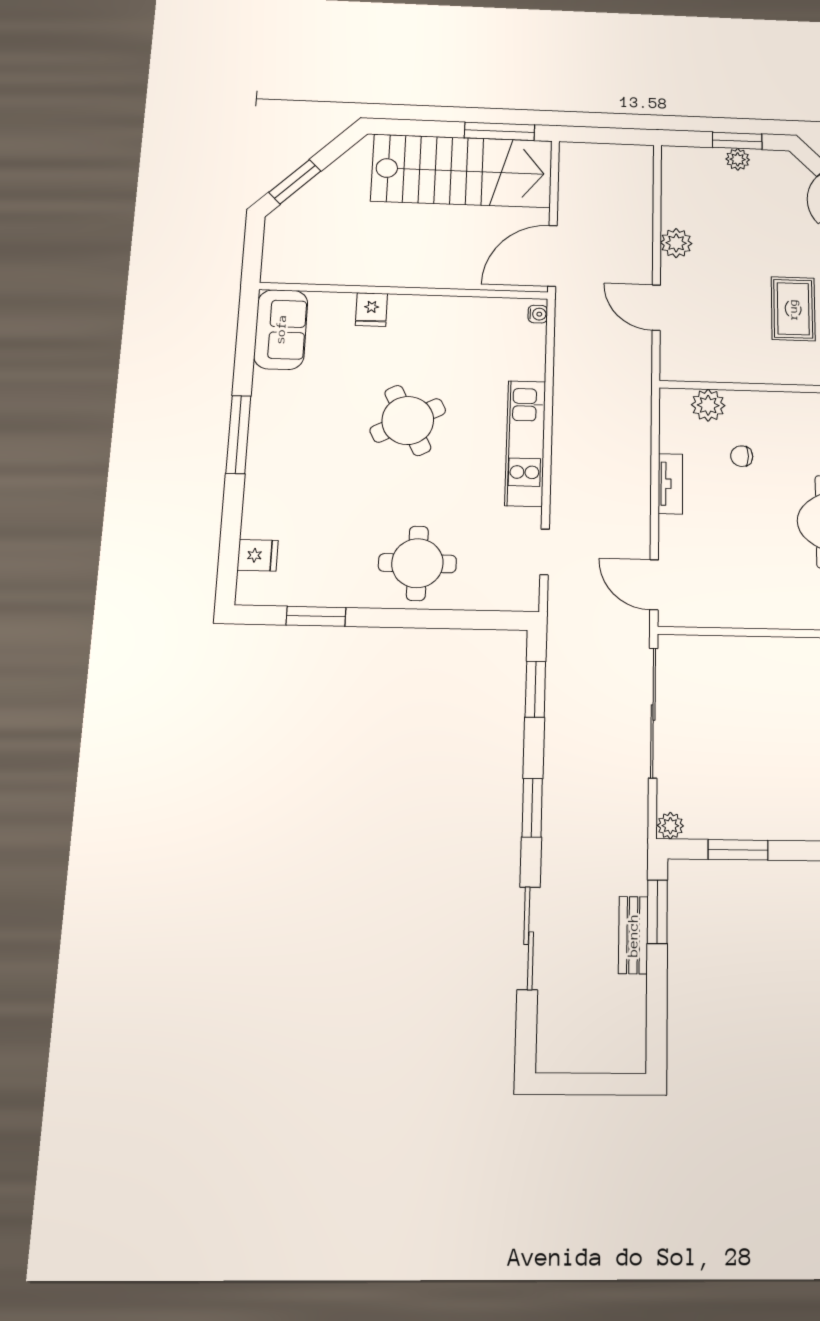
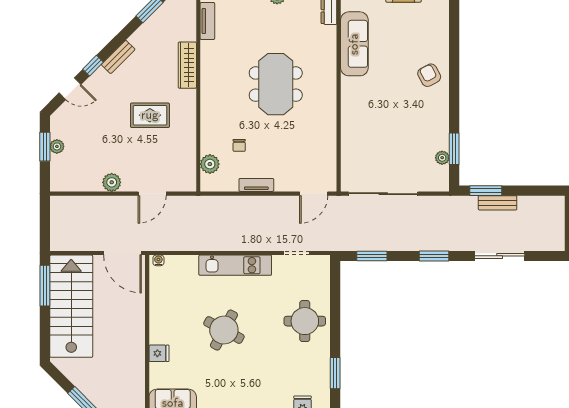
round table: (408, 420) -> (224, 330), turned -35
plant: (670, 826) -> (442, 158), moved

